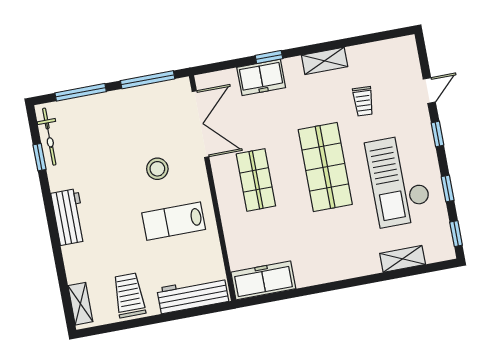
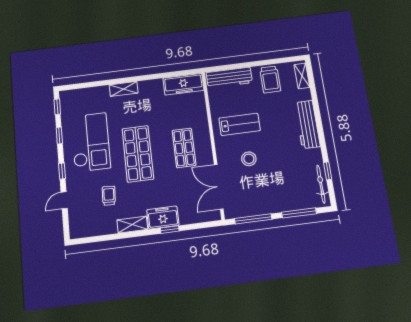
freezer: (261, 77) -> (163, 218), moved
workbench: (69, 217) -> (307, 124), width x1.38
shelving: (403, 259) -> (124, 89), moved

